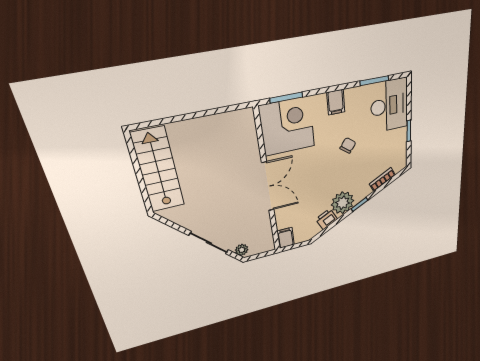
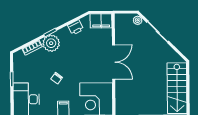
double door: (268, 186) -> (114, 62), swing flipped
plant: (343, 203) -> (51, 43), moved
filing cabinet: (286, 238) -> (101, 21), width x2.00

